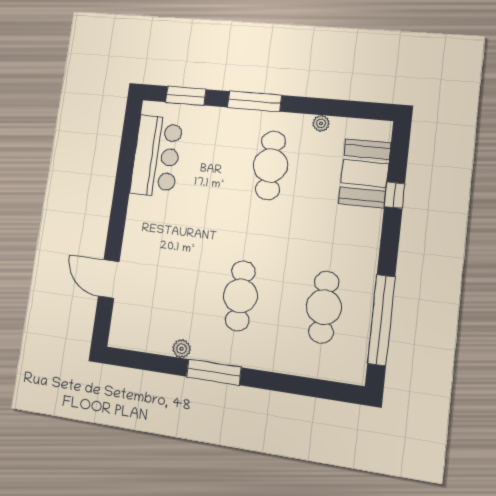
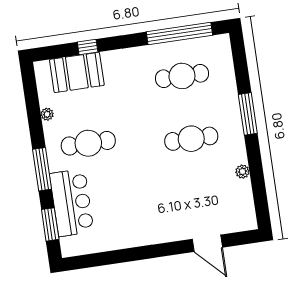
bar counter: (156, 156) -> (72, 203), moved, turned 90
door: (109, 279) -> (207, 243), hinge flipped
window: (214, 372) -> (248, 114), moved

